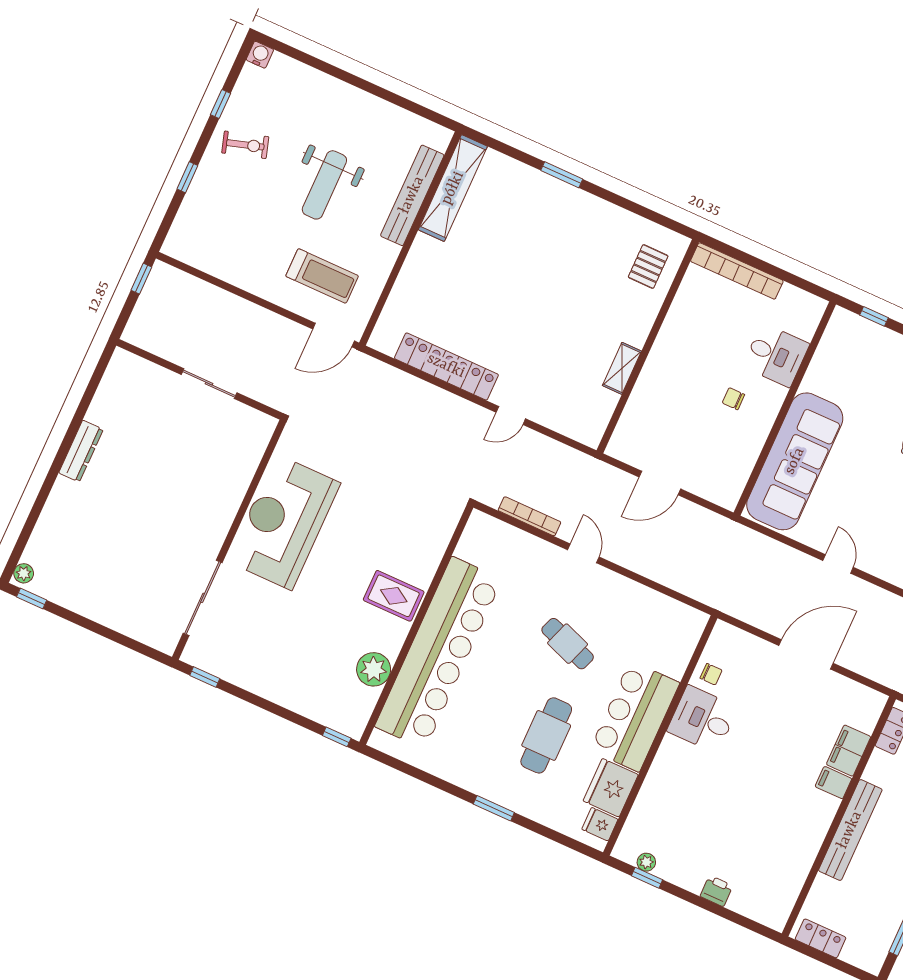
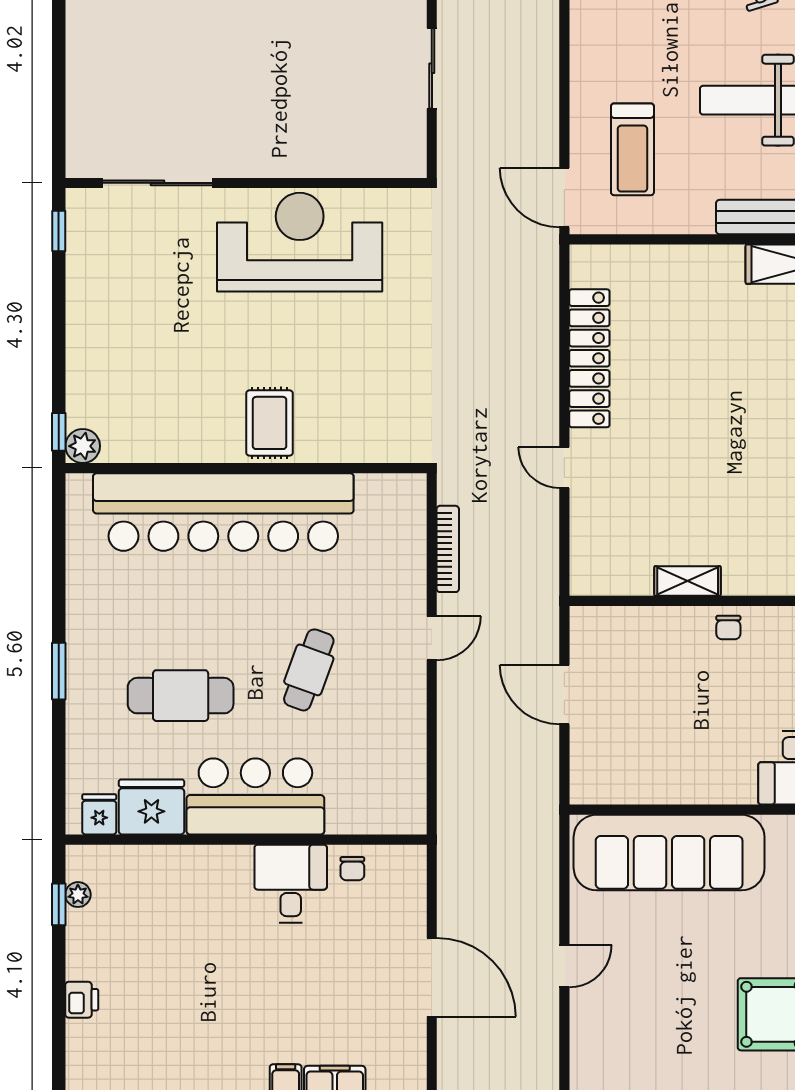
chair: (733, 399) -> (728, 628), moved, turned 180
plant: (374, 669) -> (83, 446), moved, width x0.73, depth x0.73

